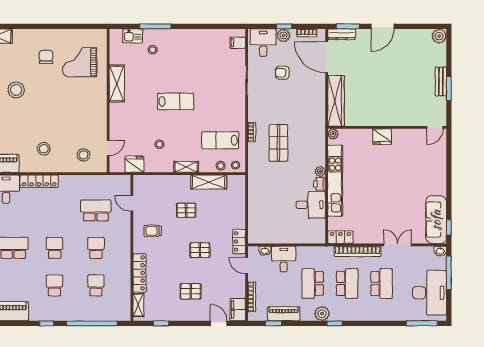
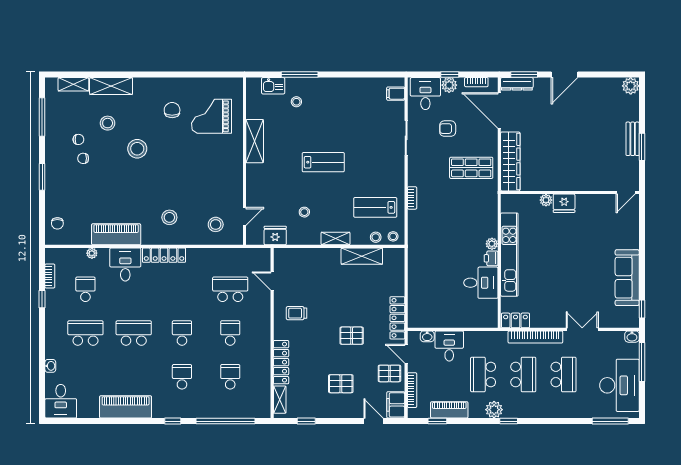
plant: (333, 134) -> (546, 200), moved
shop shelf: (278, 143) -> (471, 168), moved, turned 90
pallet: (186, 210) -> (389, 373), moved
sofa: (436, 220) -> (627, 278), moved
locker: (239, 241) -> (397, 318), width x1.53

